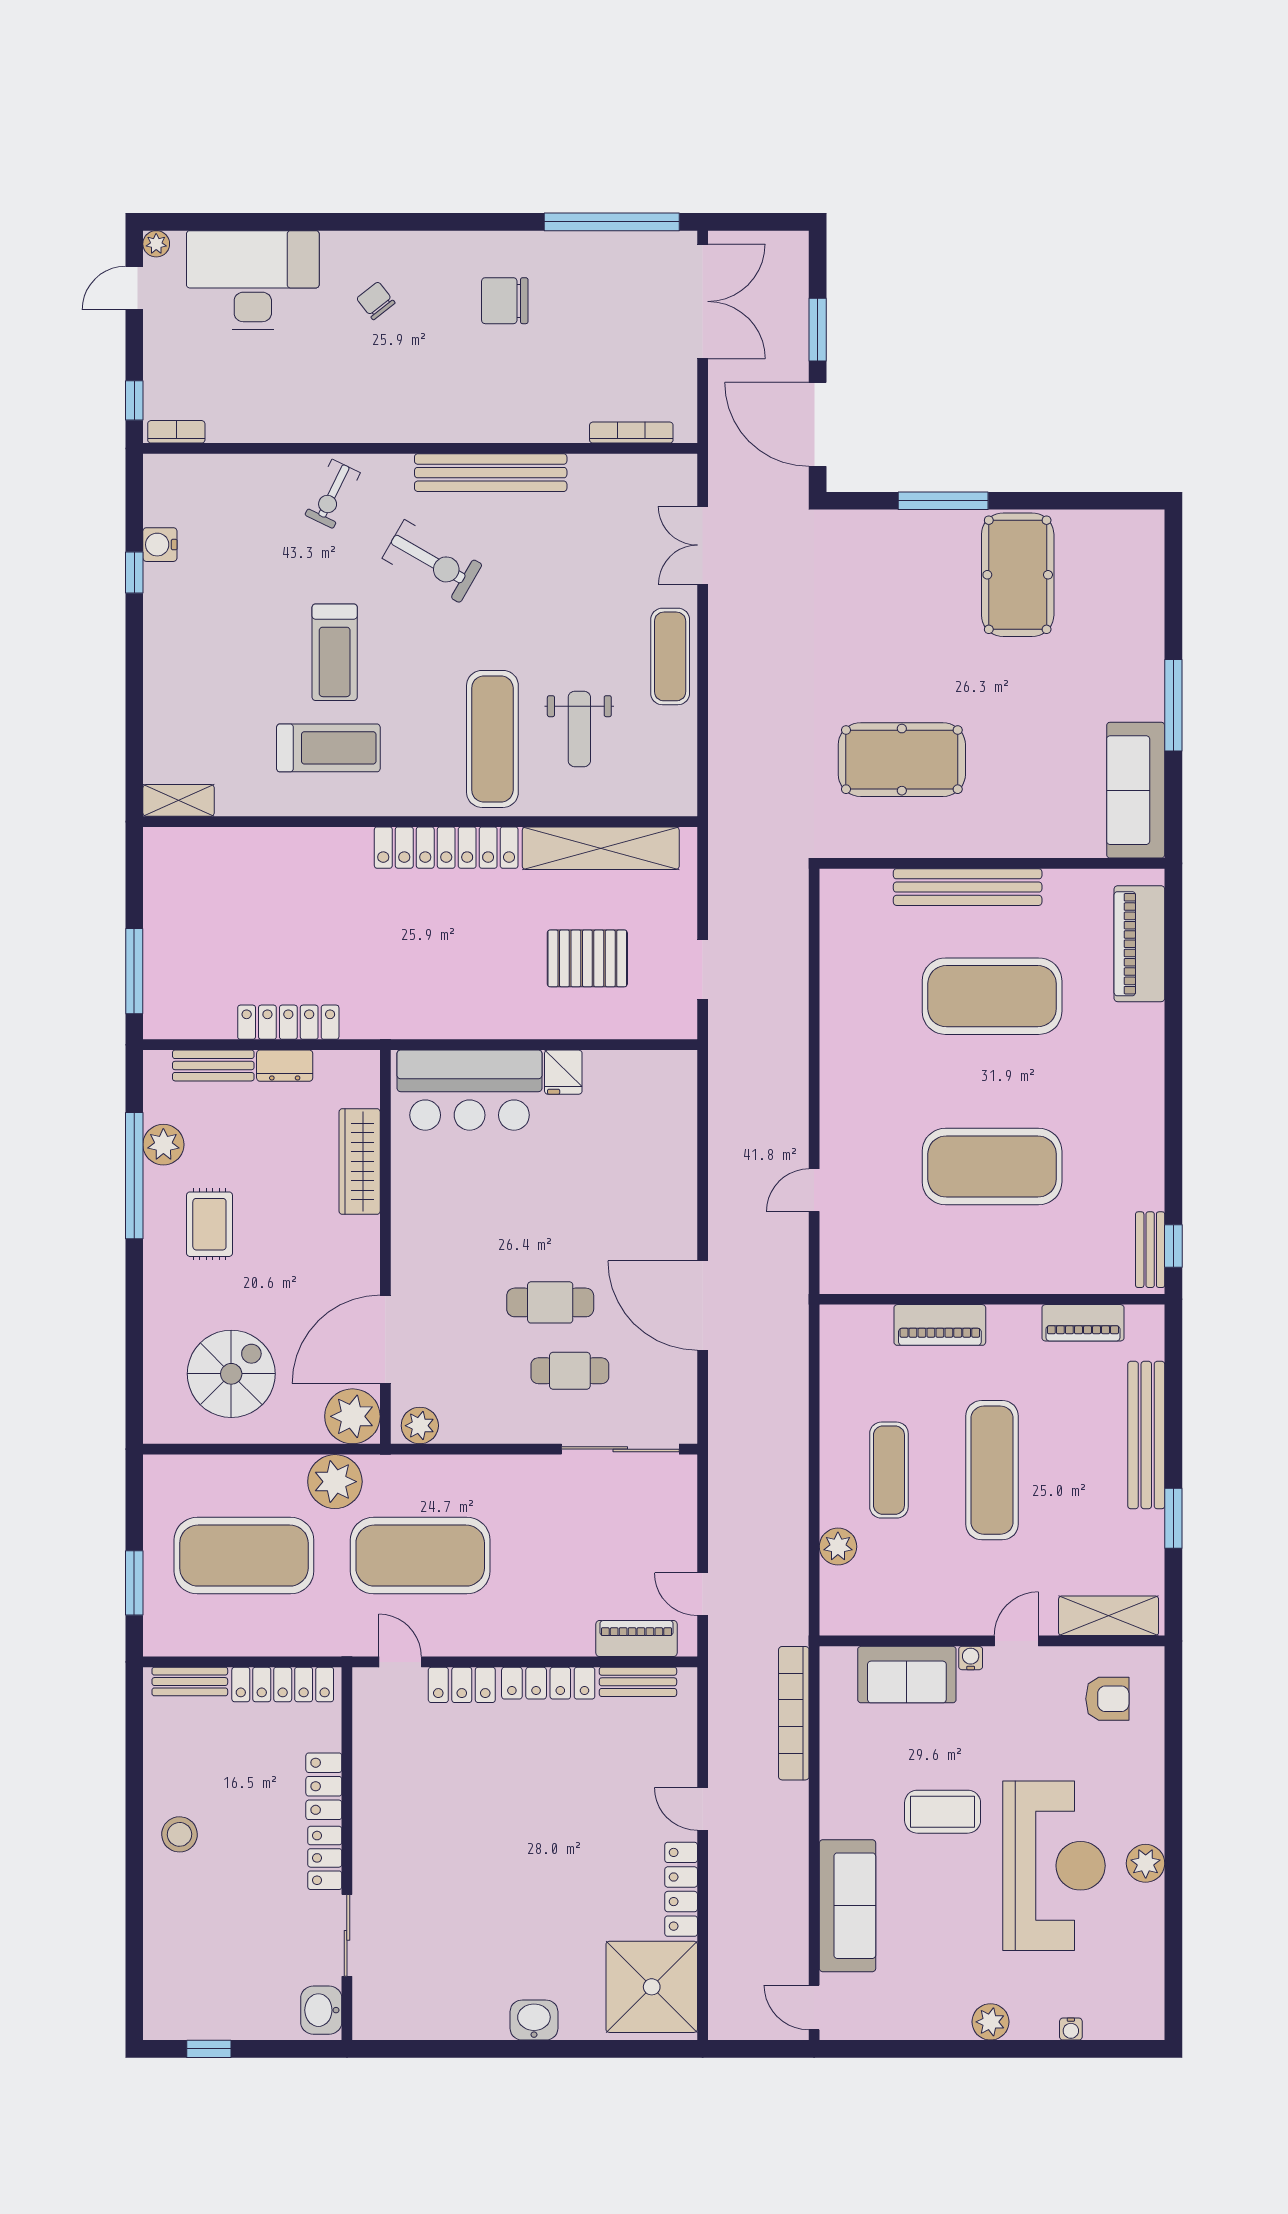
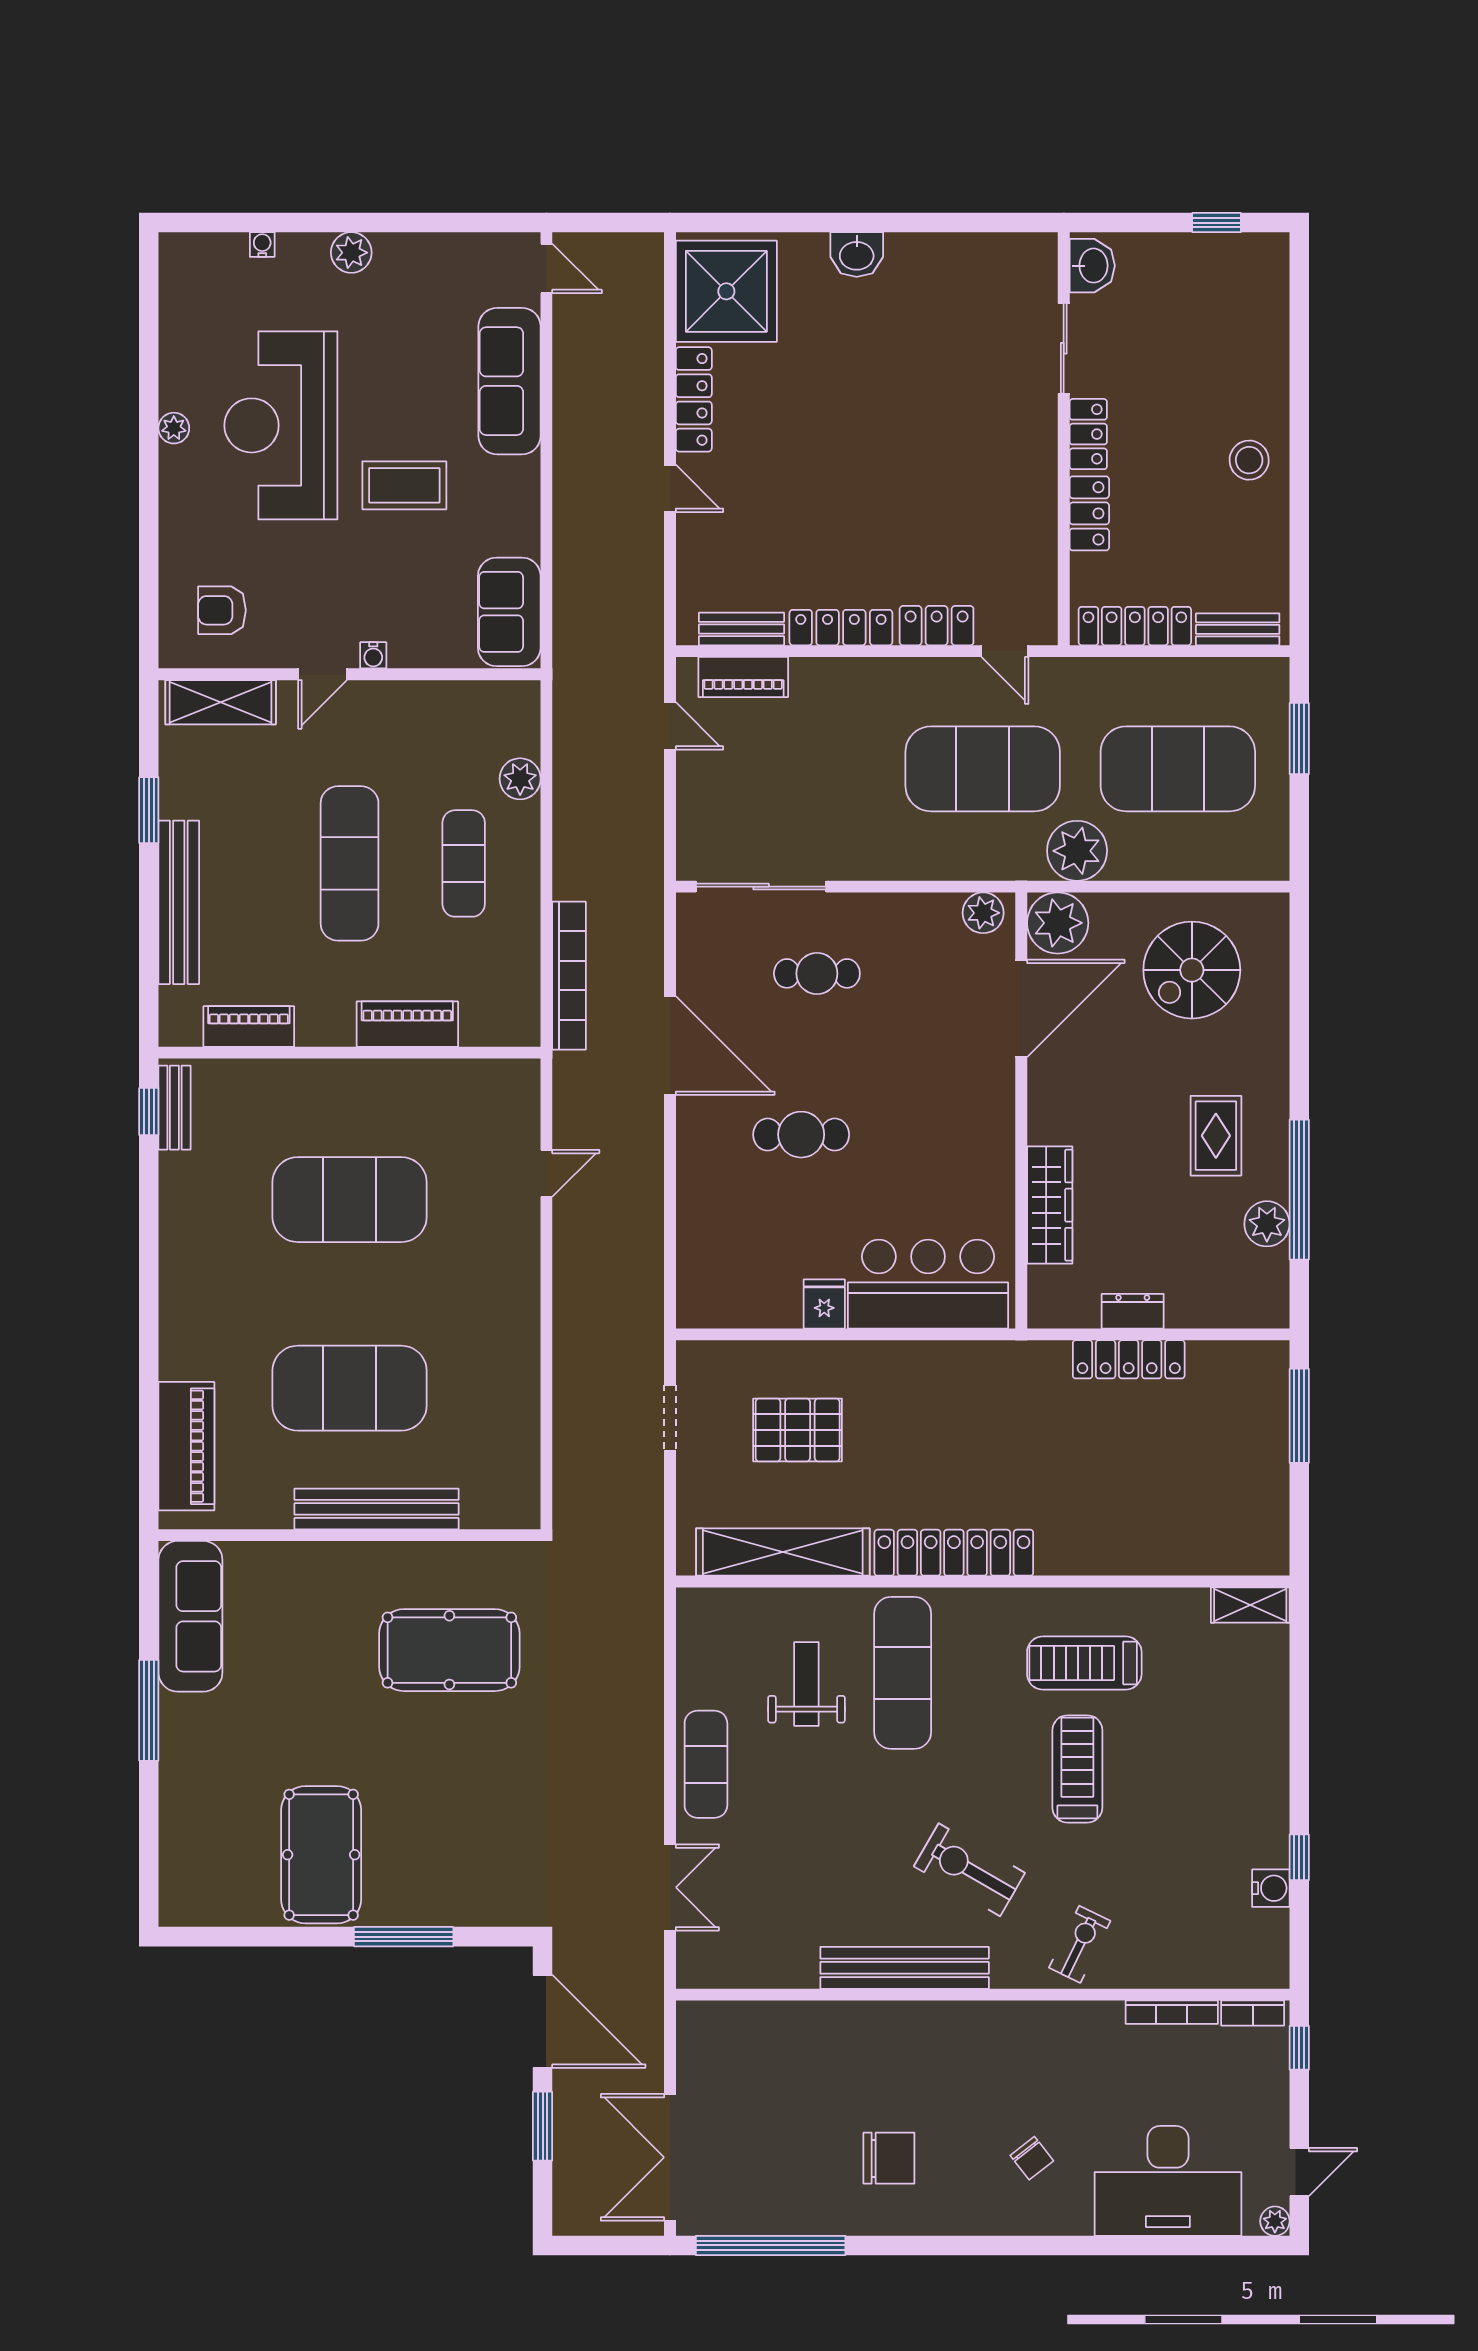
bookcase: (631, 433) -> (1172, 2012), moved
bench: (213, 1065) -> (1212, 1311), removed
cafe table: (550, 1302) -> (801, 1135), moved
sofa: (907, 1675) -> (509, 612), moved, turned -90
bookcase: (794, 1713) -> (569, 976), moved
plant: (1146, 1863) -> (174, 428), width x0.73, depth x0.73

